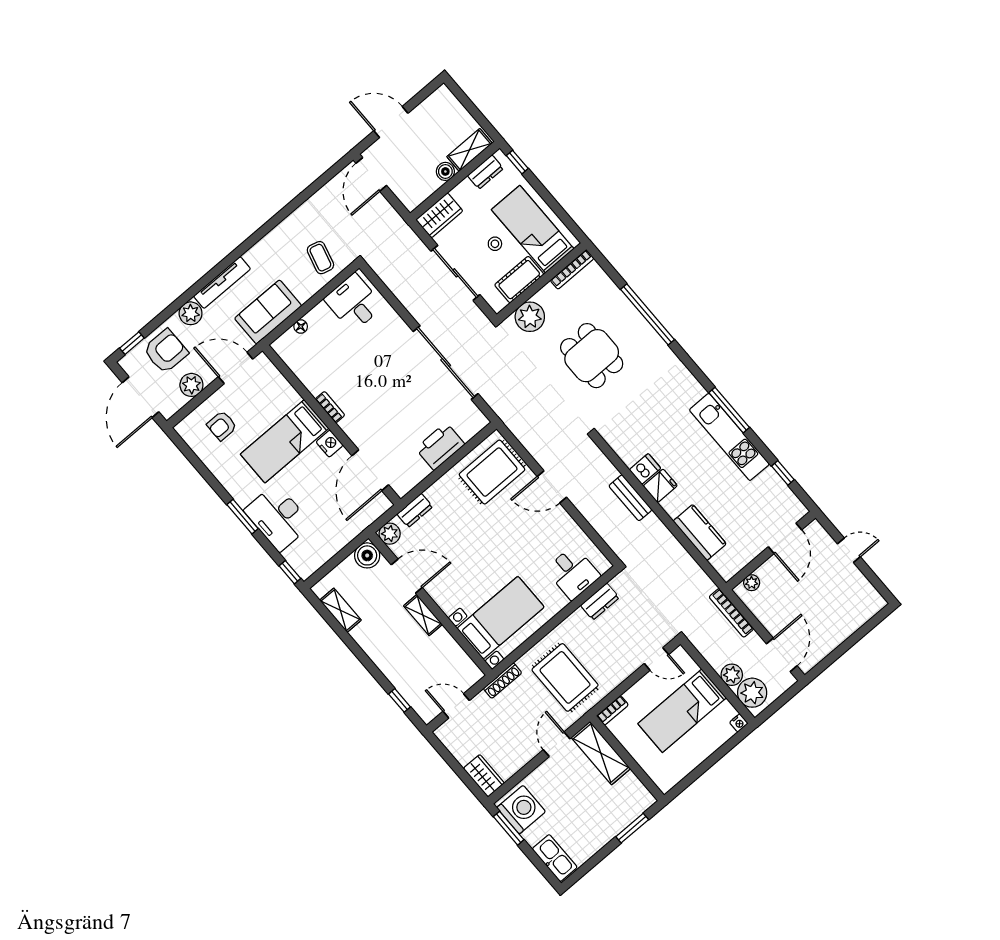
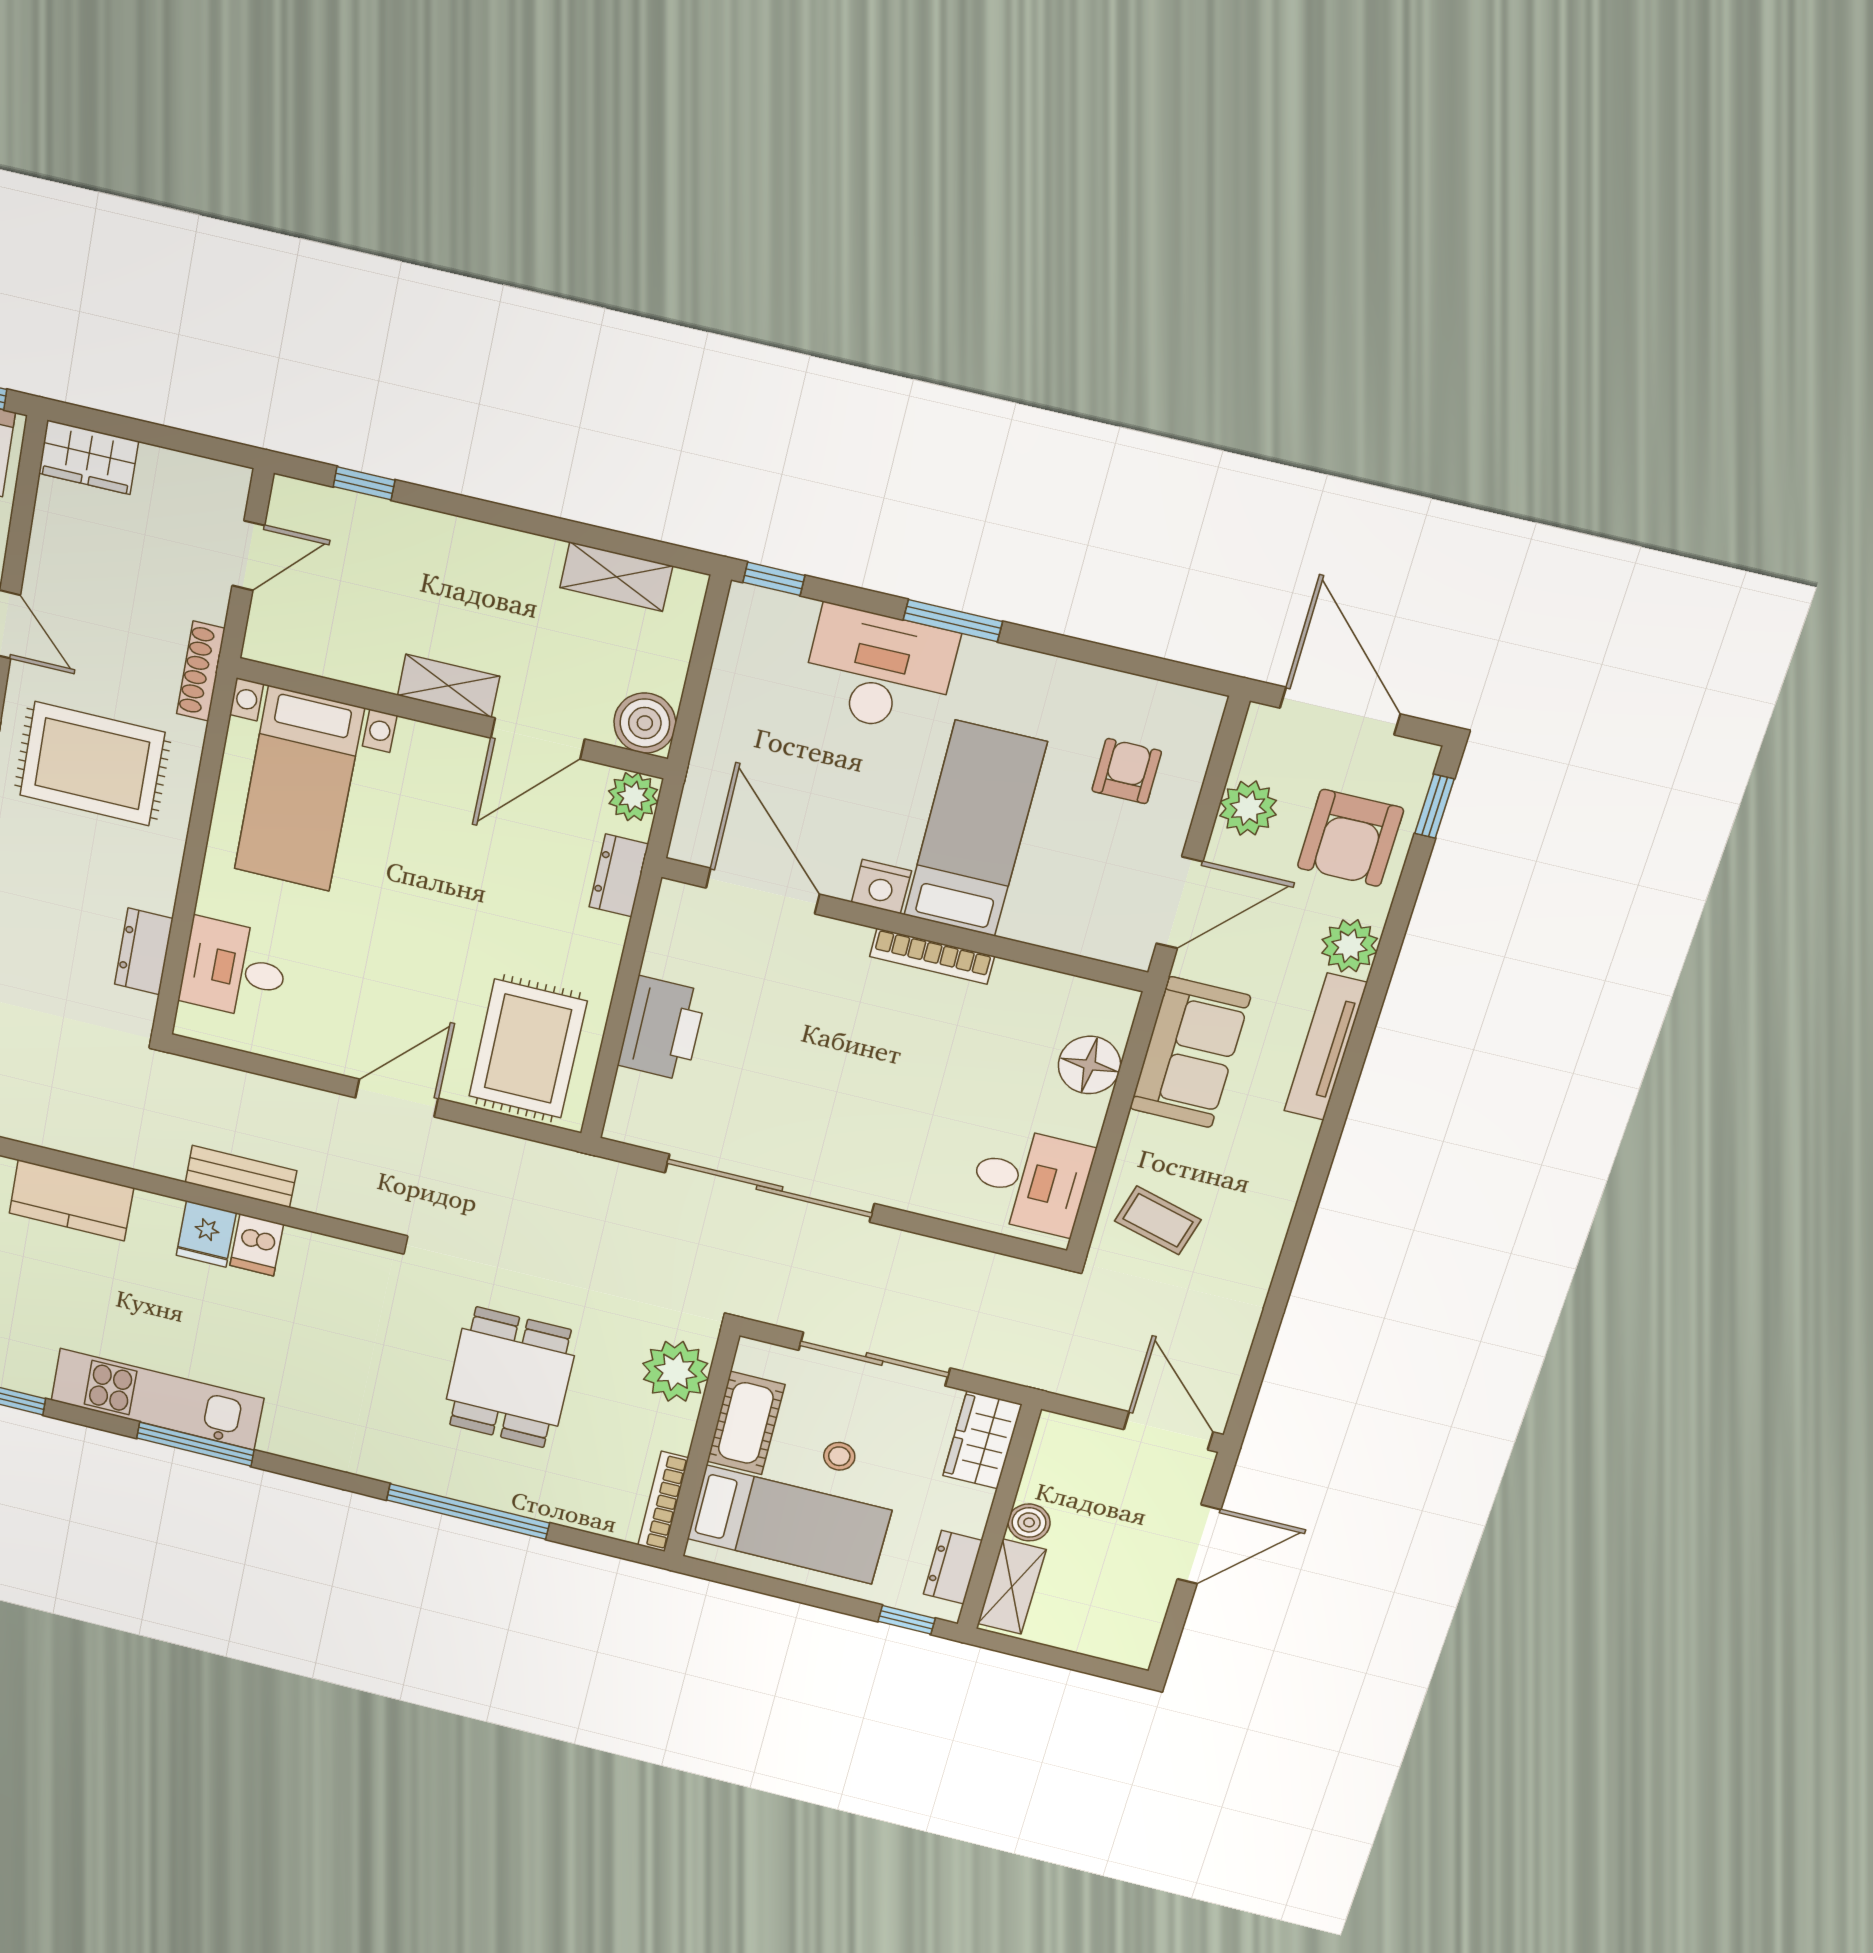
floor lamp: (301, 327) -> (1089, 1065), width x1.89, depth x1.89
dining table: (592, 356) -> (510, 1377), turned 90
bookcase: (330, 407) -> (932, 956), width x1.56

